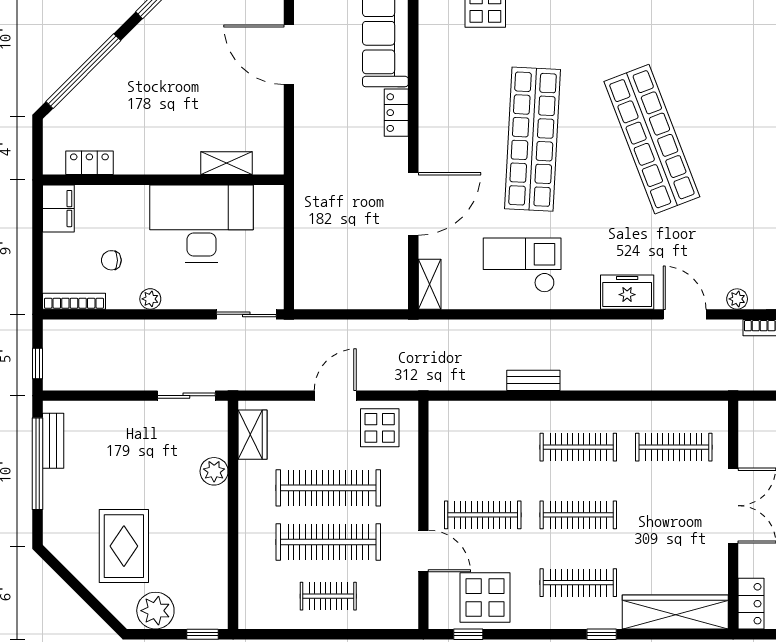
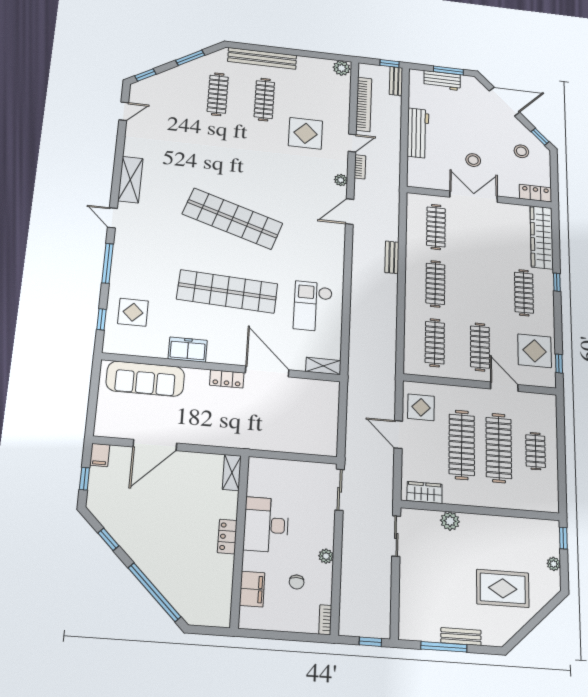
locker: (396, 113) -> (227, 379), moved
shop shelf: (652, 139) -> (232, 219), turned 39
locker: (89, 163) -> (227, 537), moved
shelving: (227, 163) -> (232, 473), moved
filing cabinet: (58, 209) -> (252, 589), moved, turned 90
desk: (202, 224) -> (266, 525), width x0.73, depth x0.77
freezer: (627, 292) -> (188, 350), moved, turned 90
bookcase: (74, 301) -> (325, 620), width x0.64
bench: (533, 380) -> (392, 257), moved
bench: (53, 441) -> (461, 637), moved
window: (38, 464) -> (444, 647), width x0.68
clothes rail: (578, 515) -> (435, 343), moved
door: (423, 551) -> (504, 387), hinge flipped
plant: (155, 611) -> (554, 564), width x0.53, depth x0.53

